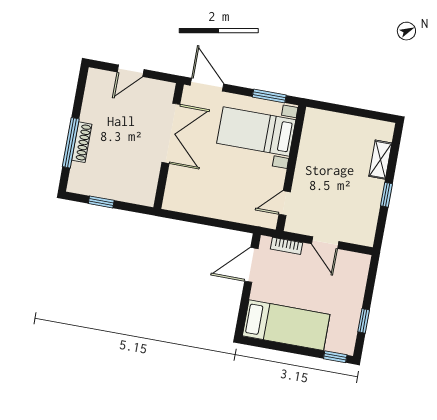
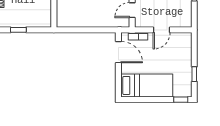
door: (325, 243) -> (162, 30), hinge flipped
door: (251, 265) -> (118, 52), swing flipped

